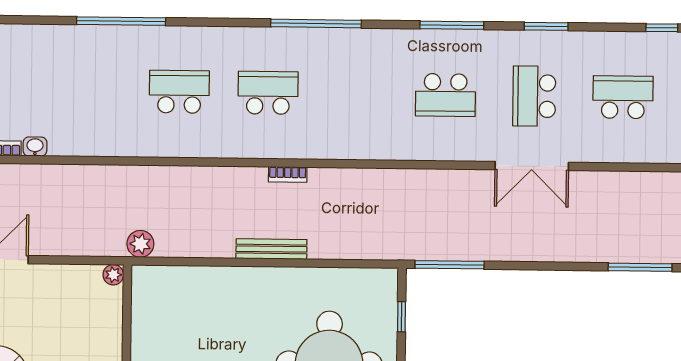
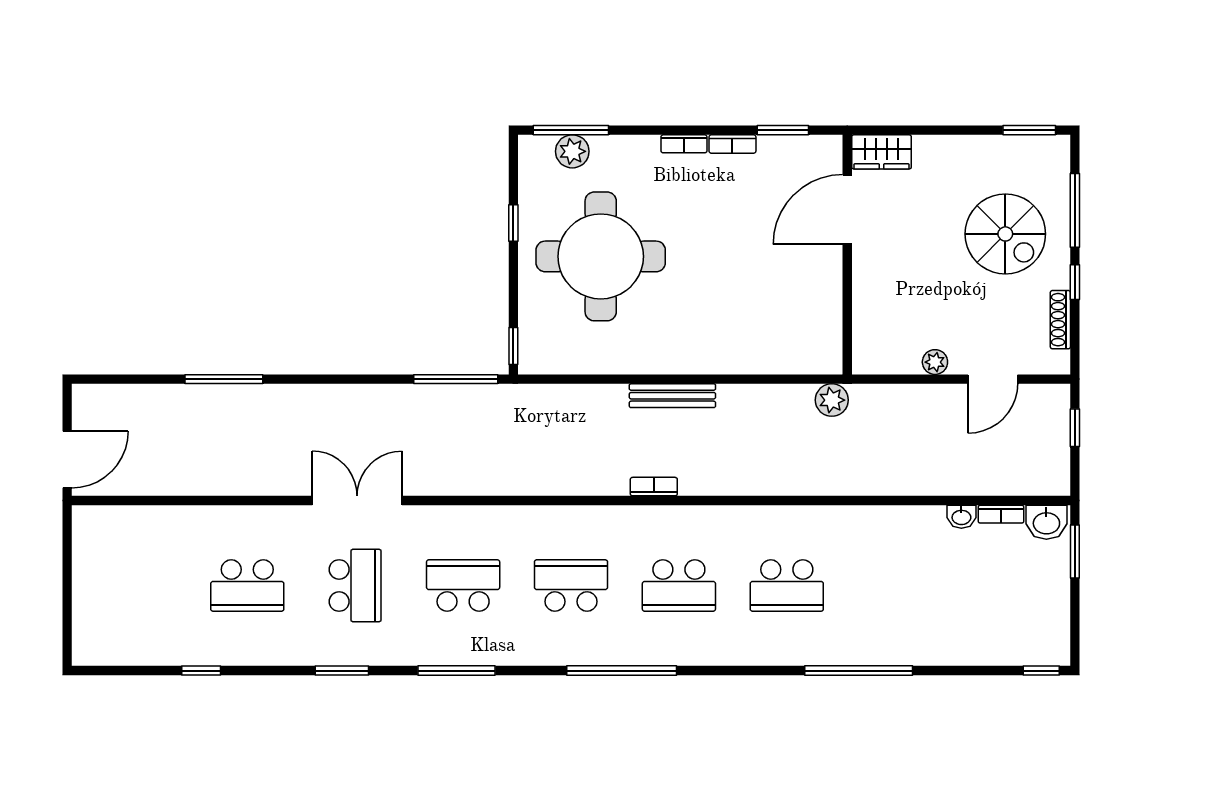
school desk: (357, 94) -> (571, 586), added
plant: (113, 275) -> (935, 362), moved
window: (401, 317) -> (513, 346), moved

